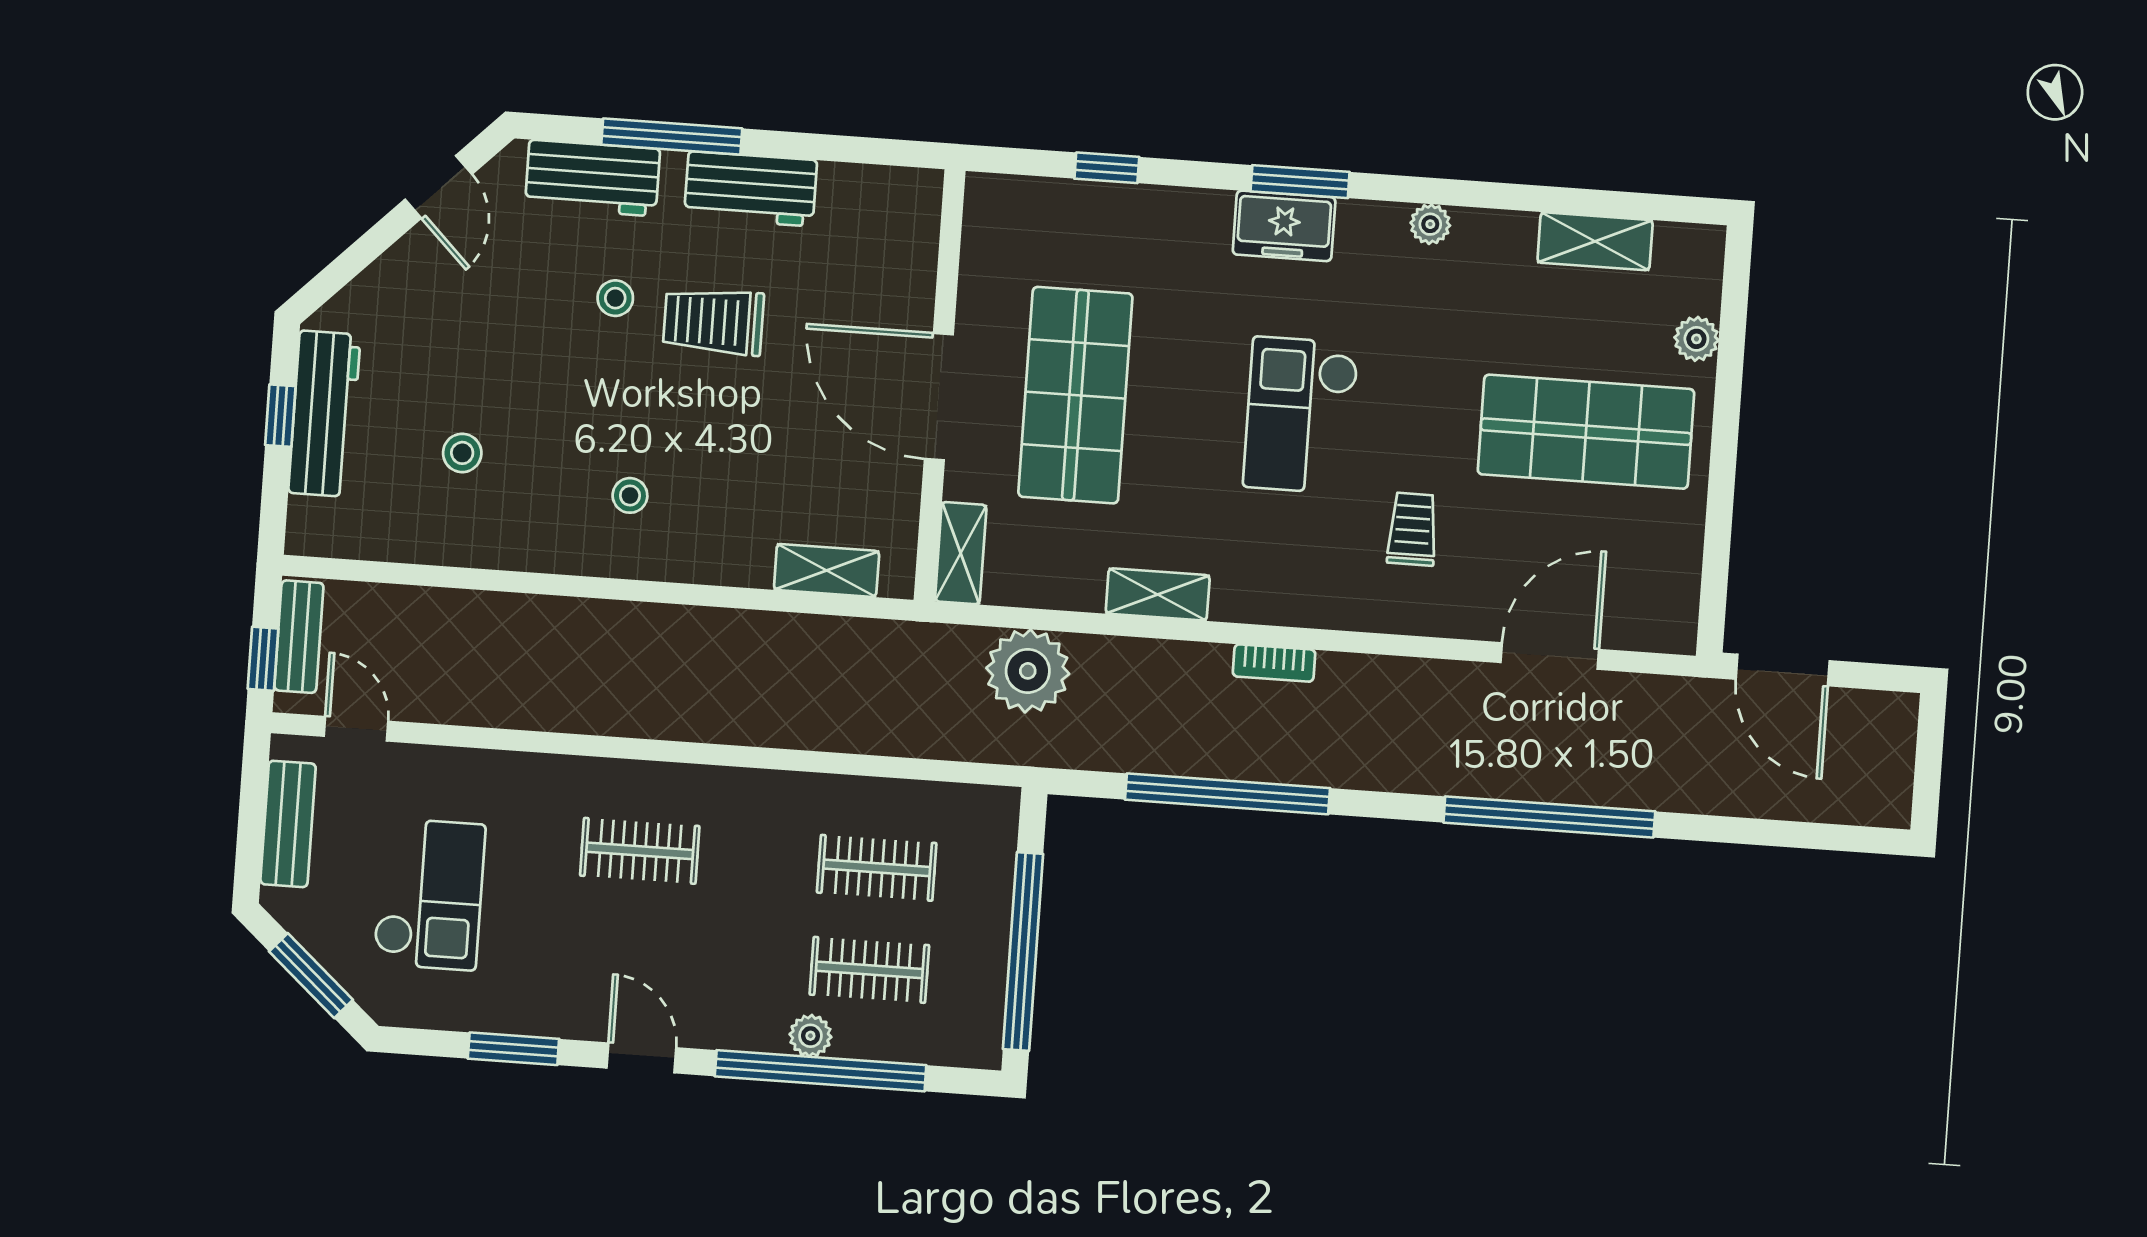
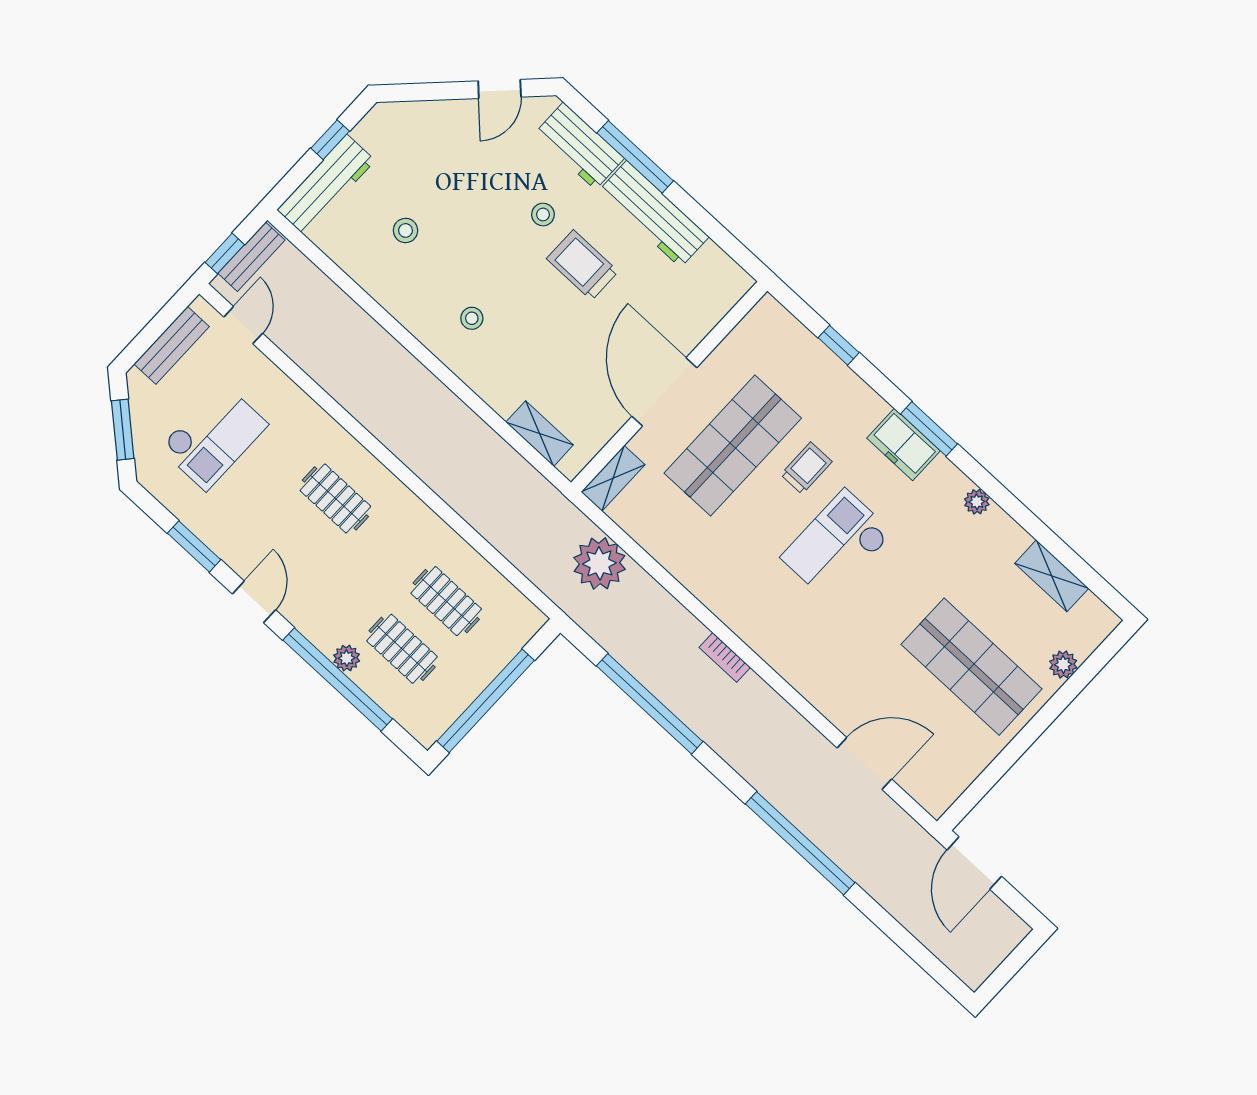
workbench: (751, 189) -> (654, 214), width x1.38
workbench: (324, 414) -> (326, 185), moved
trolley: (1412, 529) -> (806, 468), moved
shelving: (1158, 594) -> (694, 577), removed

